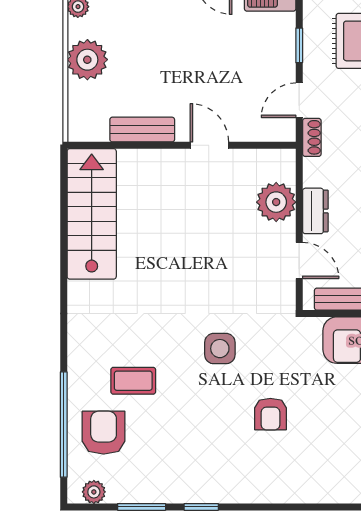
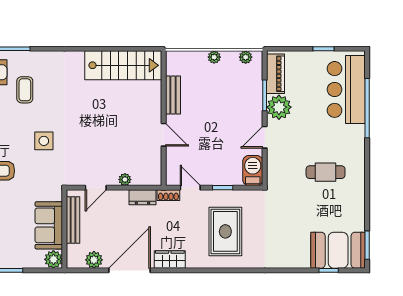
plant: (87, 60) -> (214, 57), width x0.53, depth x0.53
door: (209, 145) -> (164, 135), hinge flipped
plant: (276, 202) -> (125, 180), width x0.53, depth x0.53
dresser: (315, 211) -> (142, 197), moved

